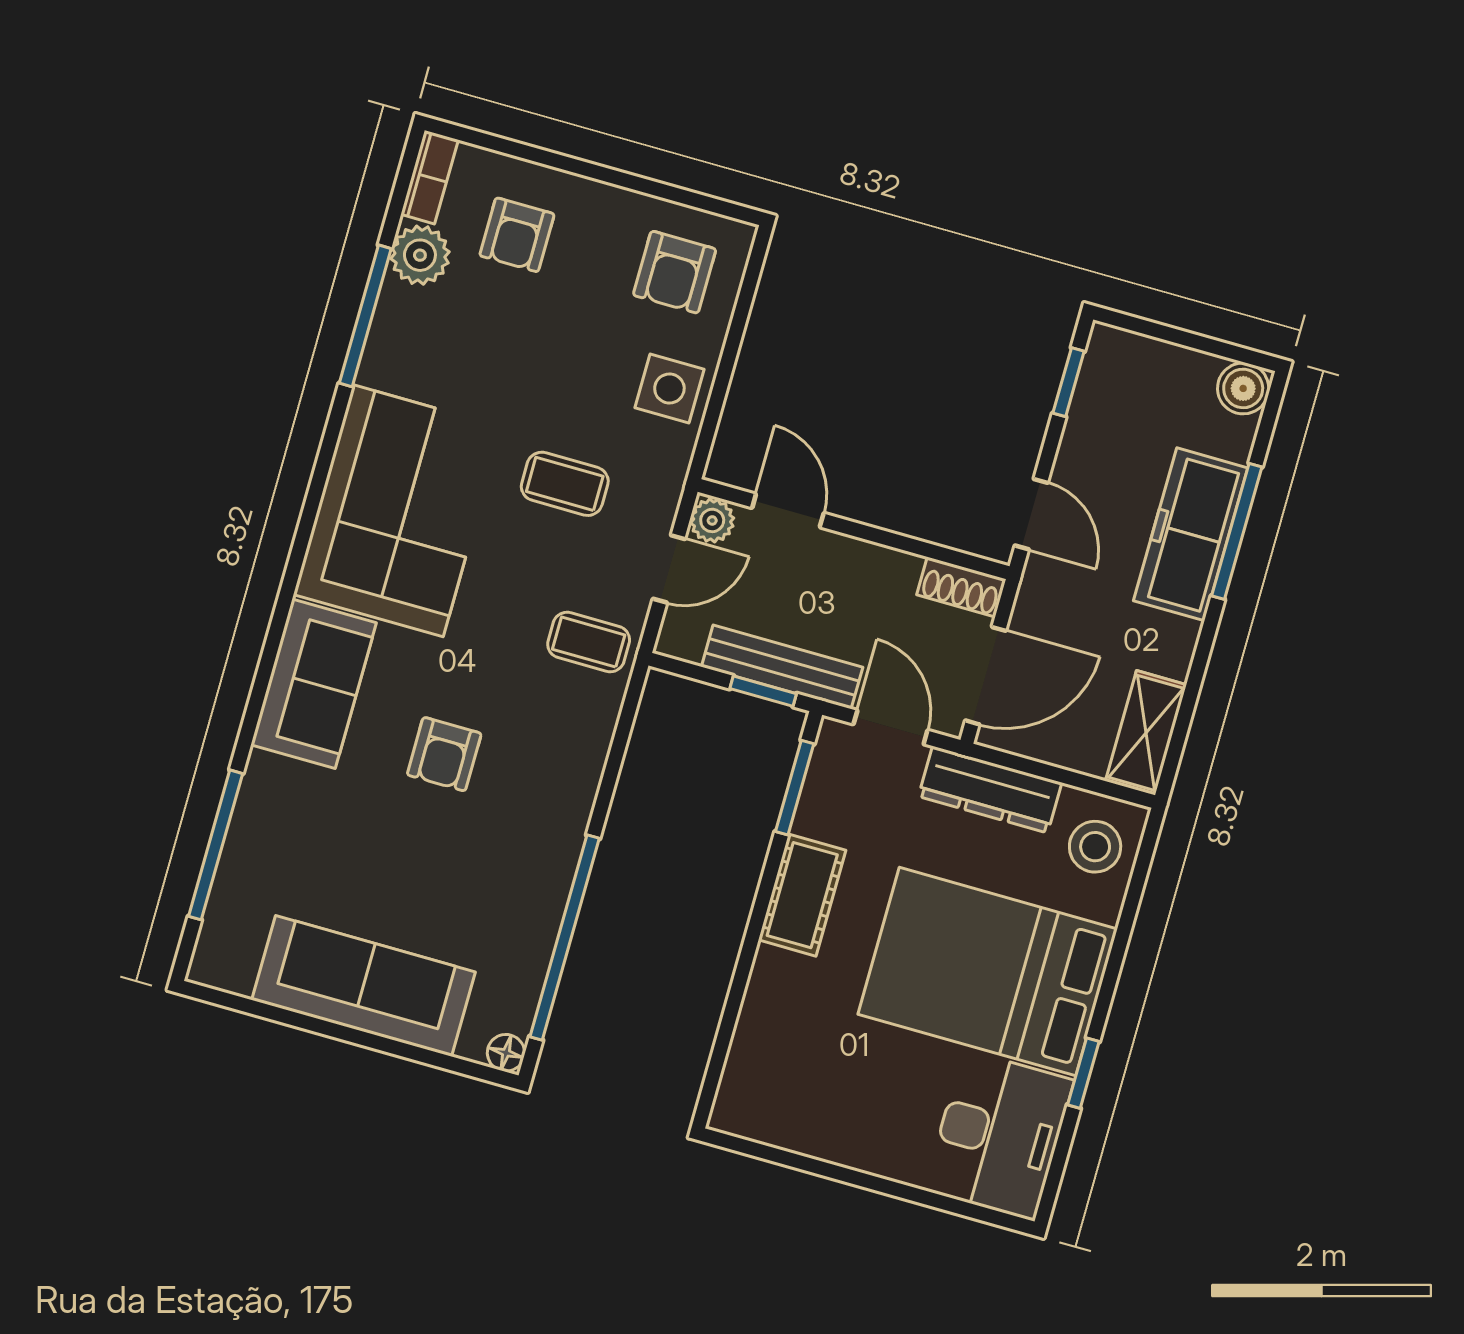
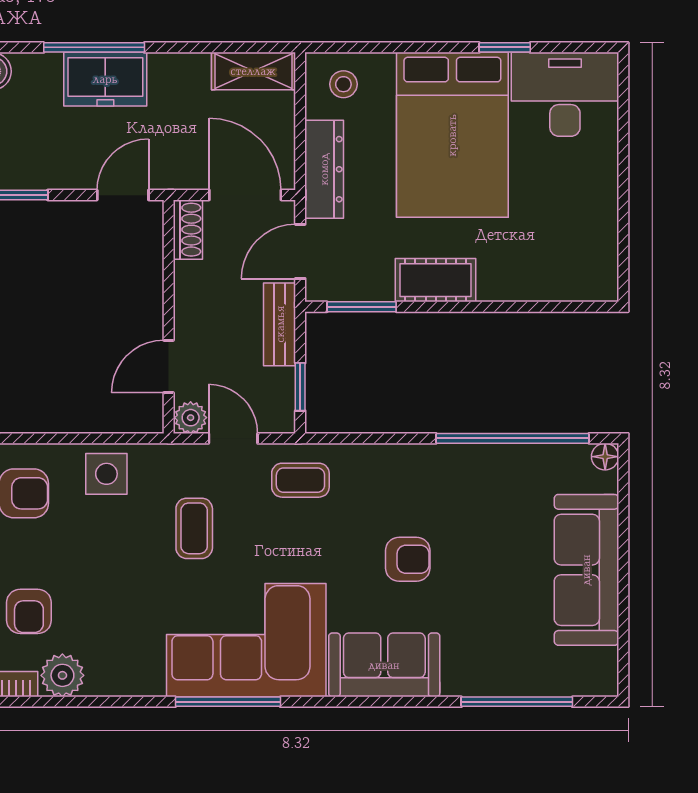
armchair: (517, 235) -> (29, 611), turned 90
window: (365, 316) -> (228, 702), moved
freezer: (1191, 534) -> (105, 79), width x0.71
coffee table: (589, 642) -> (300, 480), turned 90
bench: (782, 667) -> (280, 324), width x0.73
window: (763, 691) -> (300, 387), moved
stool: (1095, 847) -> (343, 84), width x0.73, depth x0.73

